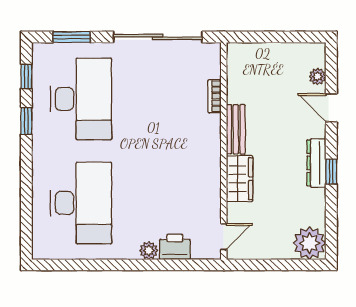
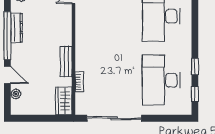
window: (72, 37) -> (167, 118), removed
dresser: (316, 163) -> (17, 28), moved
window: (331, 172) -> (7, 36), width x3.17
wardrobe: (240, 179) -> (64, 101), moved

